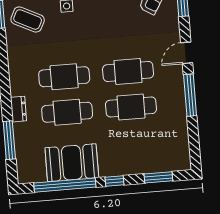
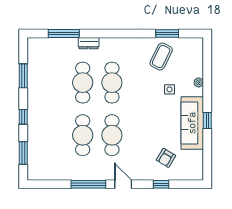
booth: (72, 163) -> (41, 83), removed
window: (65, 185) -> (23, 76), width x0.47

